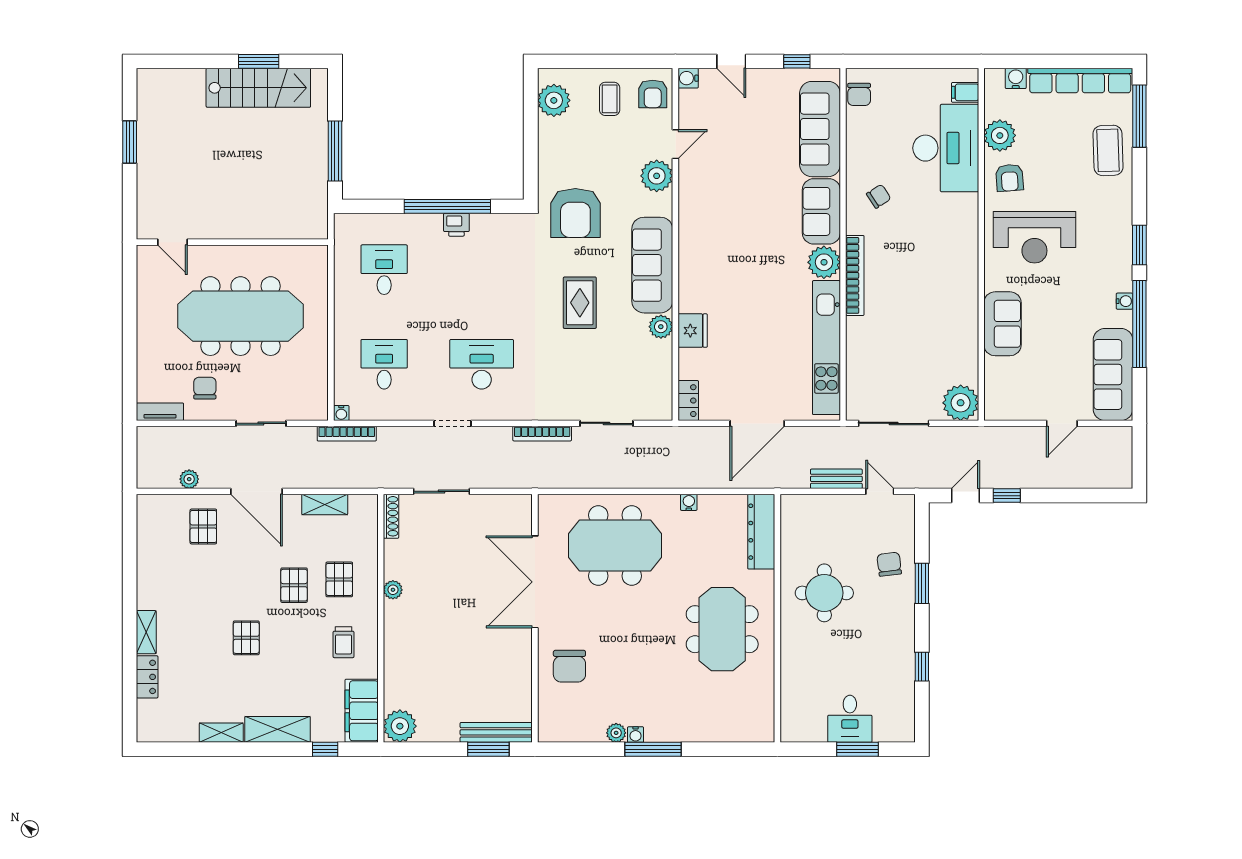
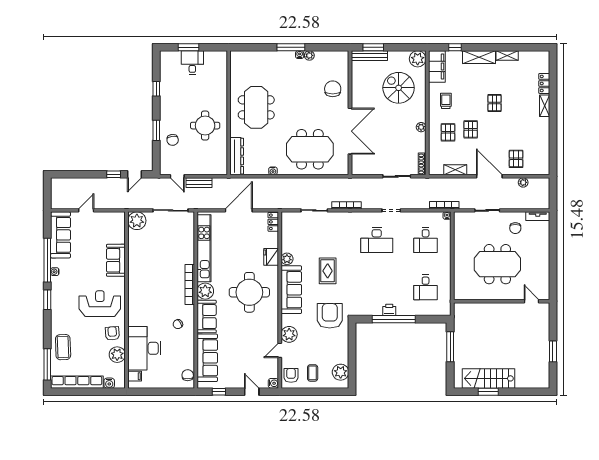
round table: (736, 260) -> (249, 292), added
meeting table: (241, 316) -> (497, 264), width x0.73
spiral stairs: (438, 668) -> (399, 88), added

